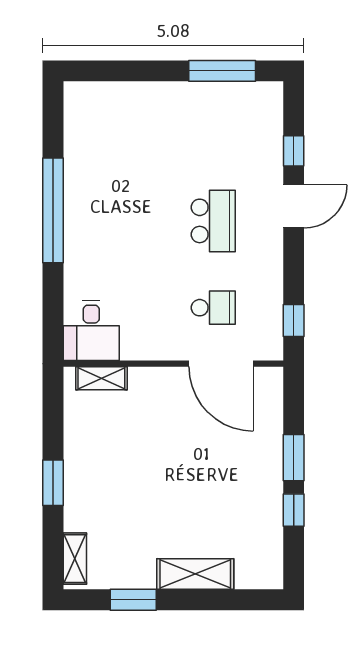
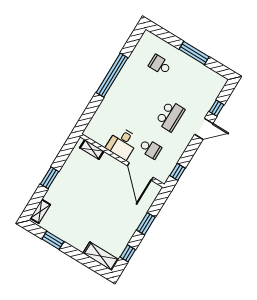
window: (222, 71) -> (194, 53), moved
school desk: (133, 134) -> (160, 65), added
desk: (91, 330) -> (122, 143), moved
window: (294, 510) -> (128, 253), moved
shelving: (195, 574) -> (101, 256), moved

